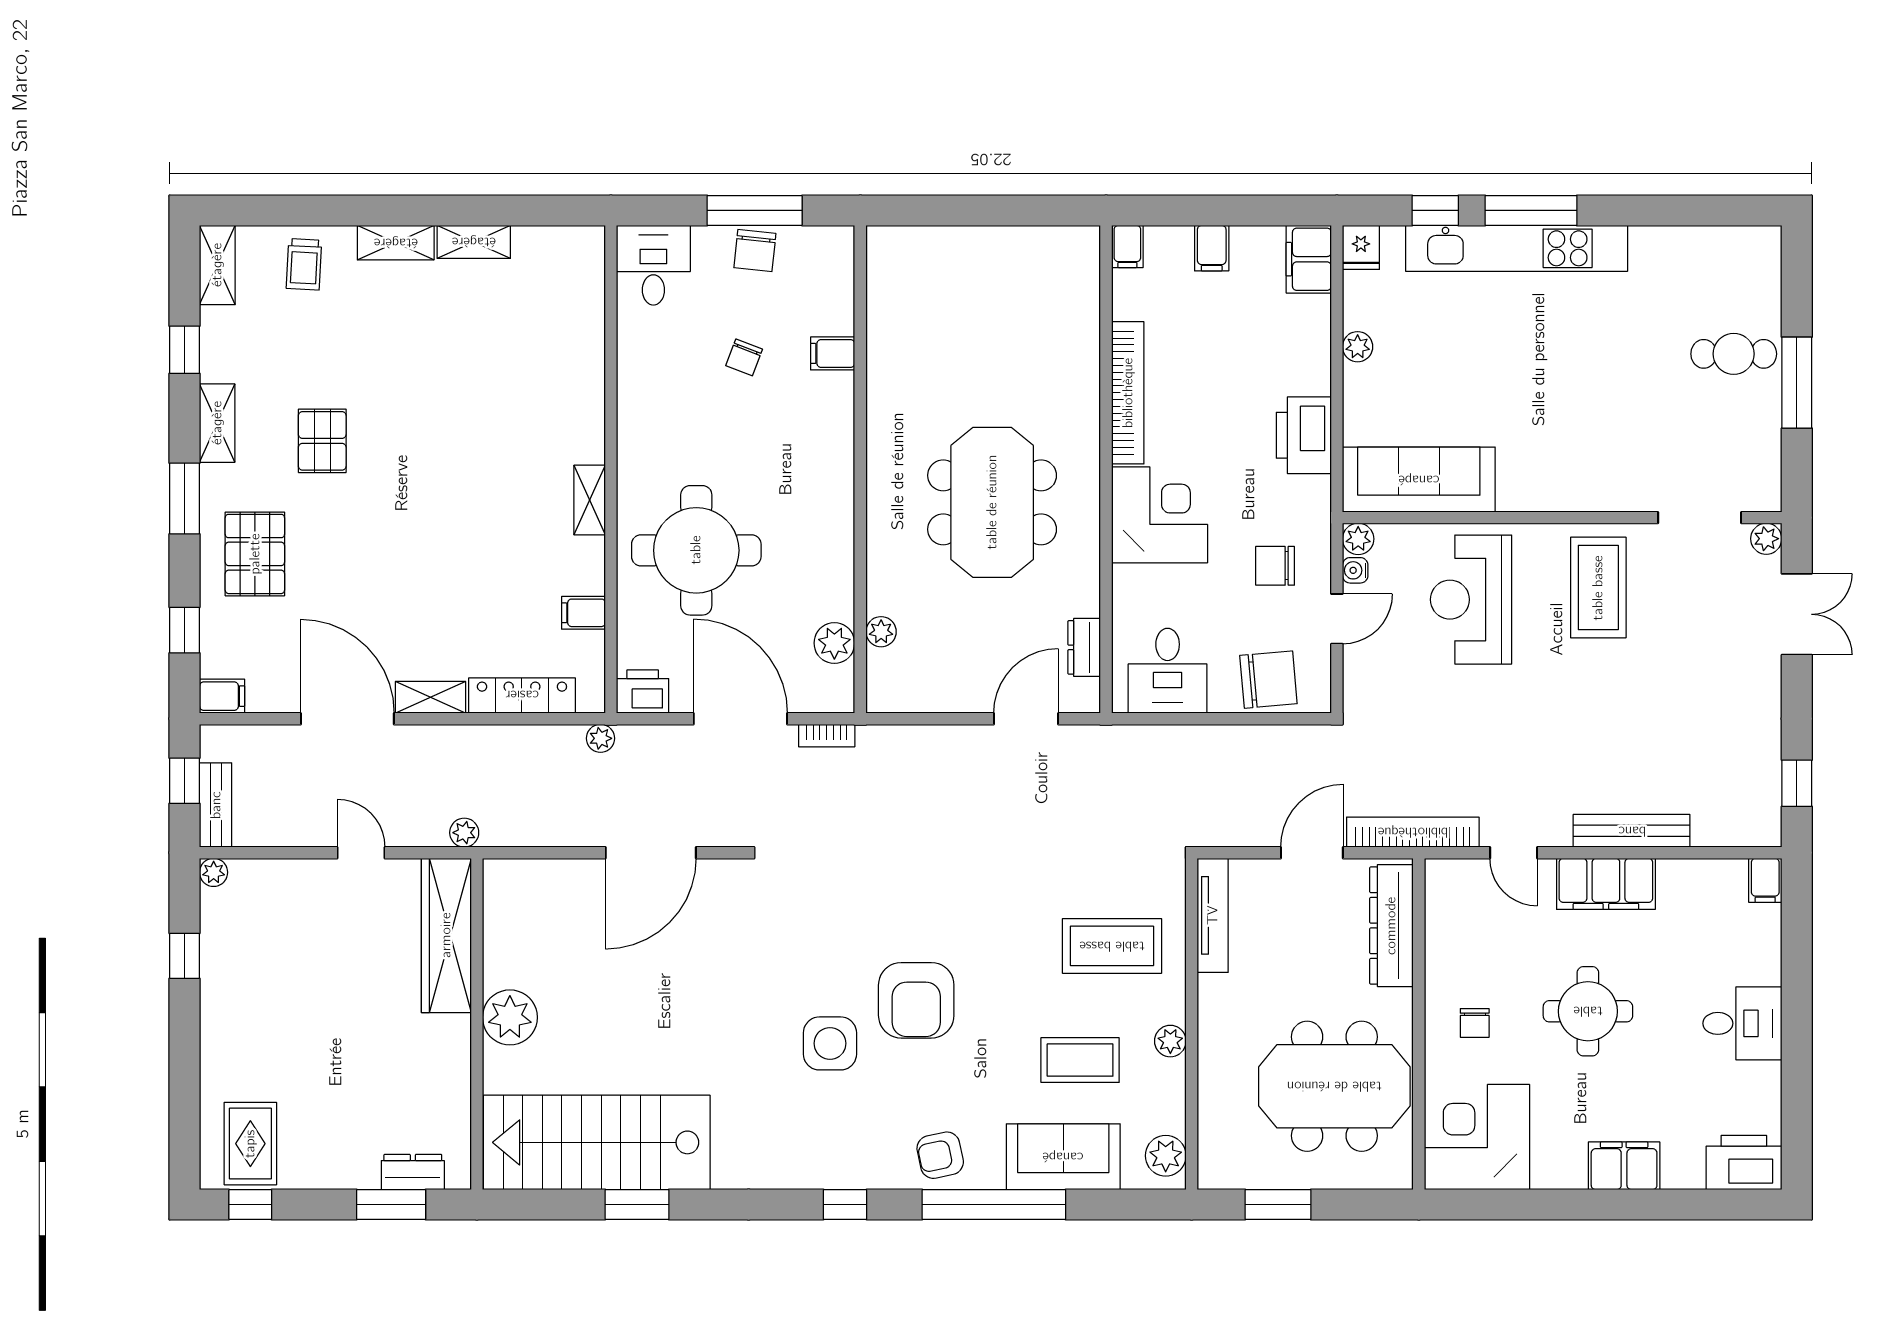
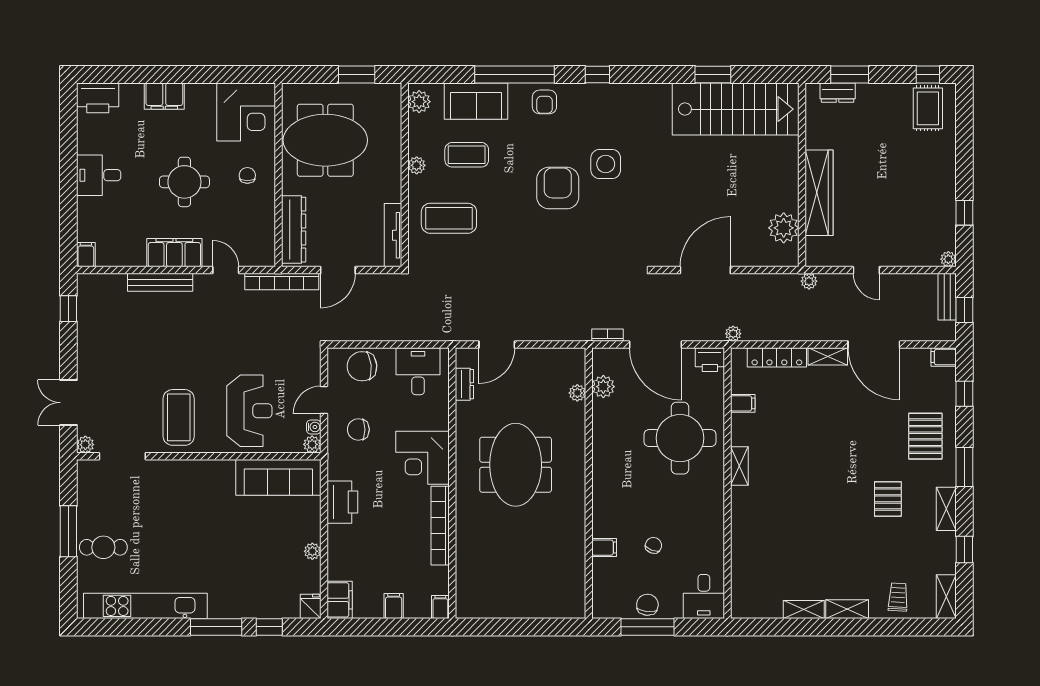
kitchen unit: (1517, 248) -> (145, 606), moved
chair: (1275, 566) -> (358, 429), turned 180
wardrobe: (446, 935) -> (819, 193), moved
plant: (510, 1017) -> (784, 228), moved
armchair: (940, 1155) -> (544, 102), turned 102

